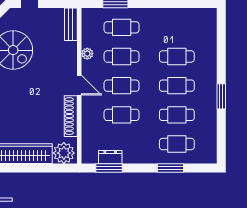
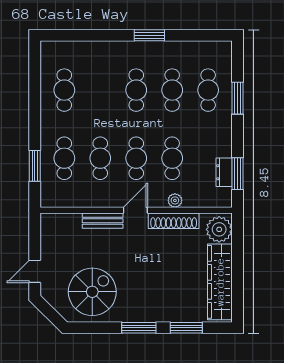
bench: (71, 24) -> (103, 221), moved
plant: (87, 54) -> (175, 200), moved
cafe table: (177, 57) -> (64, 90), moved

